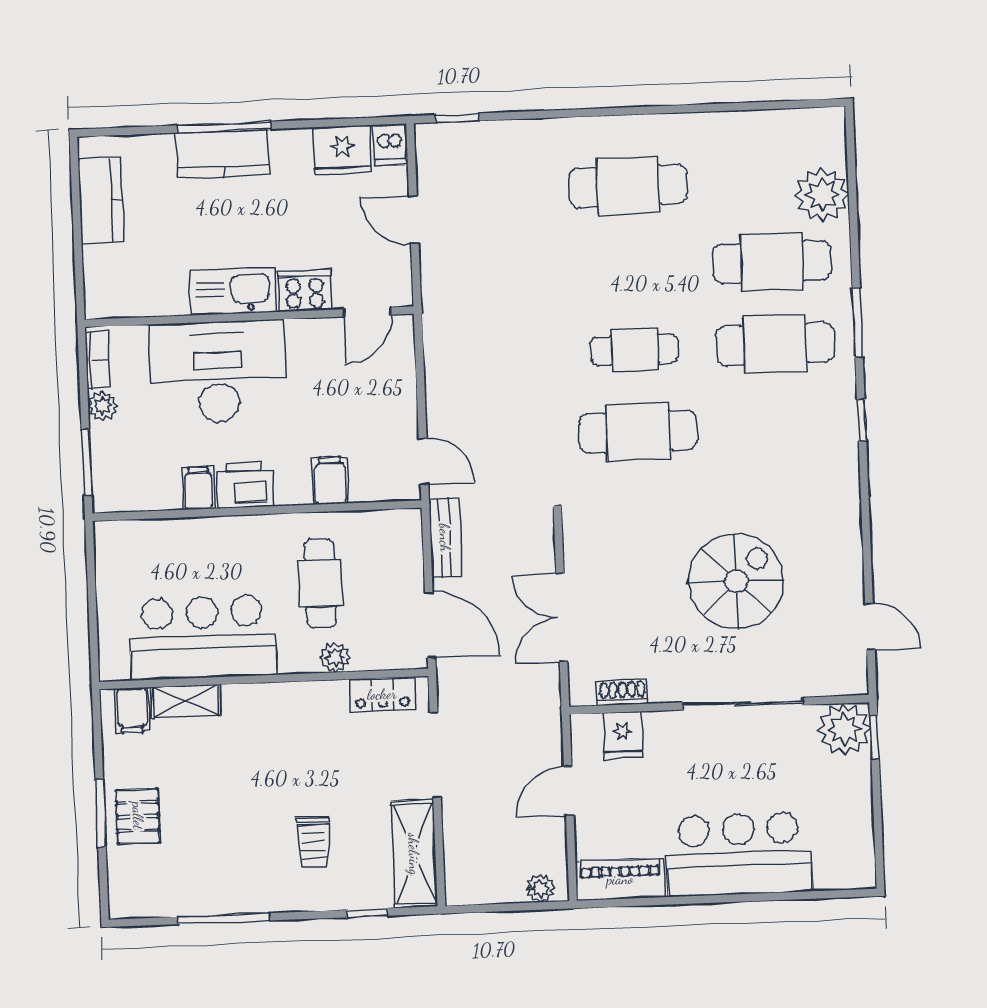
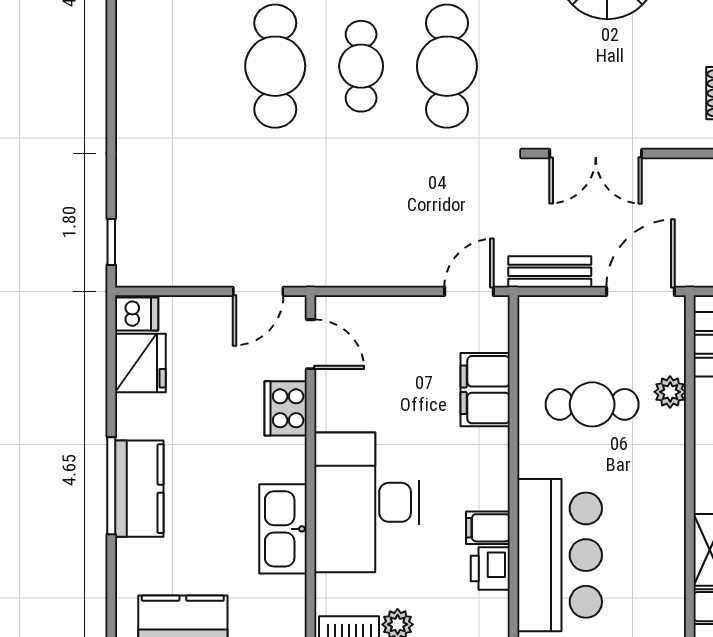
cafe table: (628, 186) -> (275, 66), moved
door: (414, 220) -> (258, 291), moved
kitchen sink: (233, 291) -> (283, 529), moved
filing cabinet: (330, 481) -> (485, 390), width x2.00
printer: (245, 484) -> (490, 569), moved, width x0.73, depth x0.81
double door: (562, 618) -> (596, 153), moved
bar counter: (203, 637) -> (560, 555), moved, turned 180

